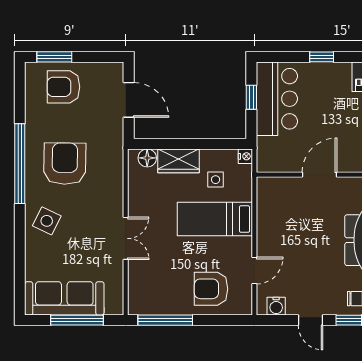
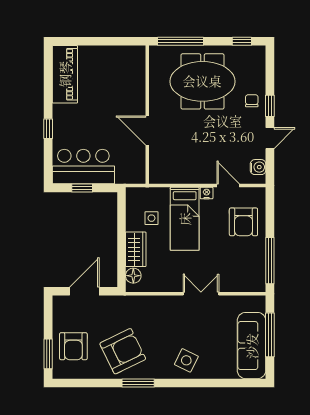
nightstand: (245, 156) -> (207, 193), moved
window: (20, 164) -> (138, 383), width x0.47
armchair: (65, 164) -> (123, 351), moved, turned 153

